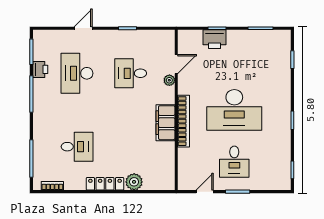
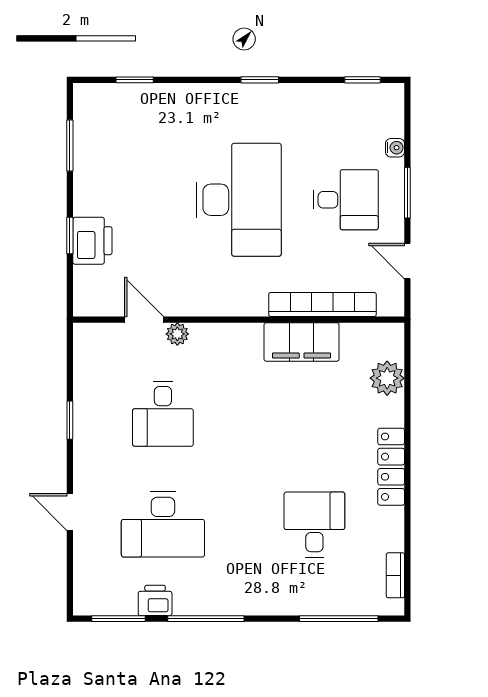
bookcase: (184, 121) -> (322, 304), moved
filing cabinet: (165, 123) -> (302, 342), moved
plant: (134, 182) -> (387, 378), moved
water cooler: (259, 186) -> (395, 148), added

